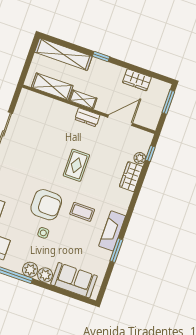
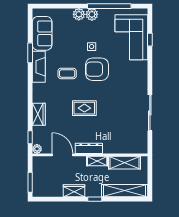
wardrobe: (137, 80) -> (74, 191), moved
dresser: (87, 117) -> (89, 148), width x1.44
door: (120, 120) -> (63, 155), swing flipped
plant: (140, 158) -> (37, 149), moved
rug: (76, 165) -> (84, 108), turned 90
sofa: (74, 280) -> (42, 33), moved, turned -90

